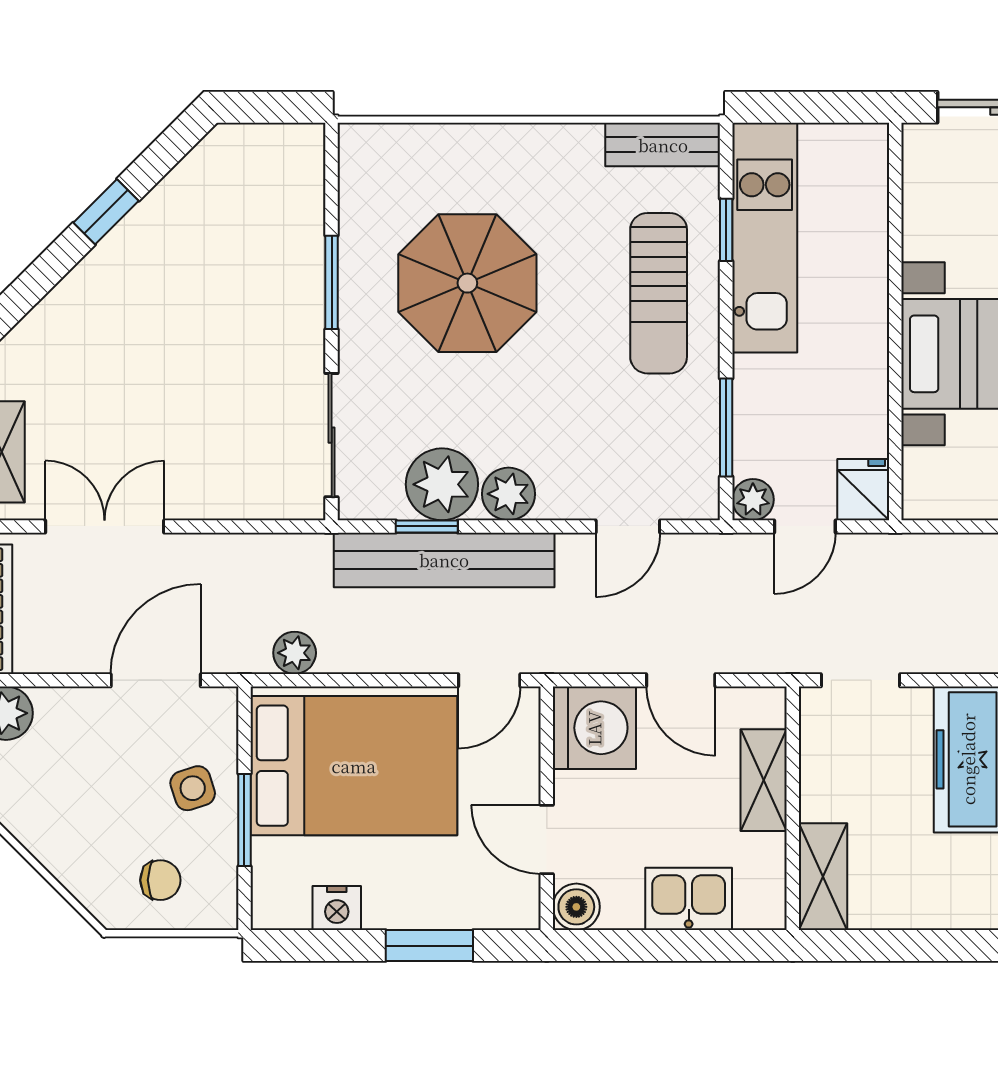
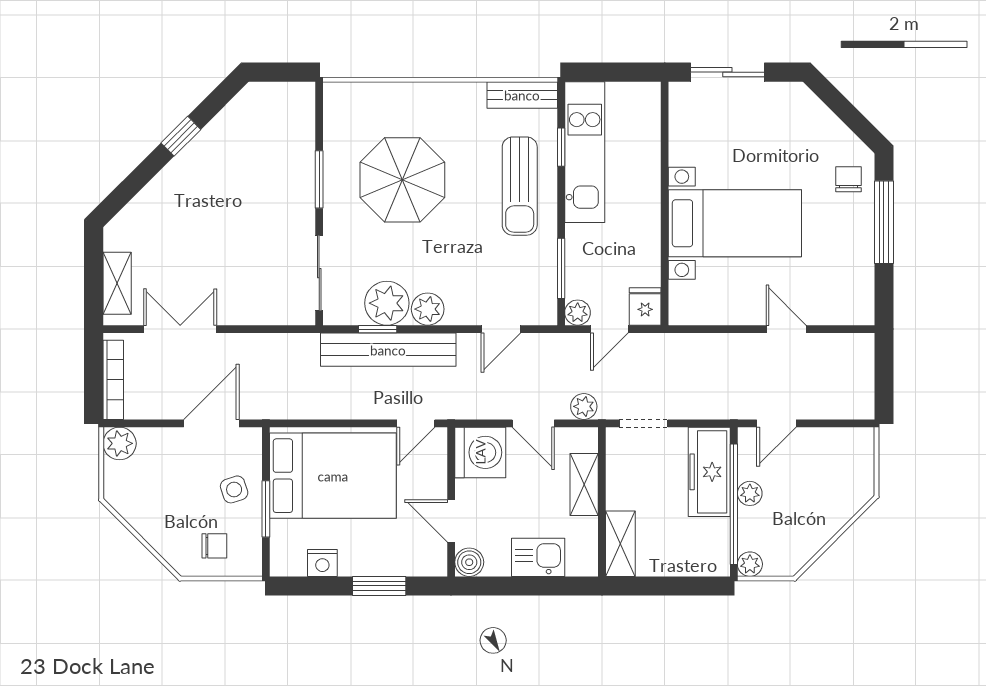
plant: (295, 653) -> (584, 406), moved

